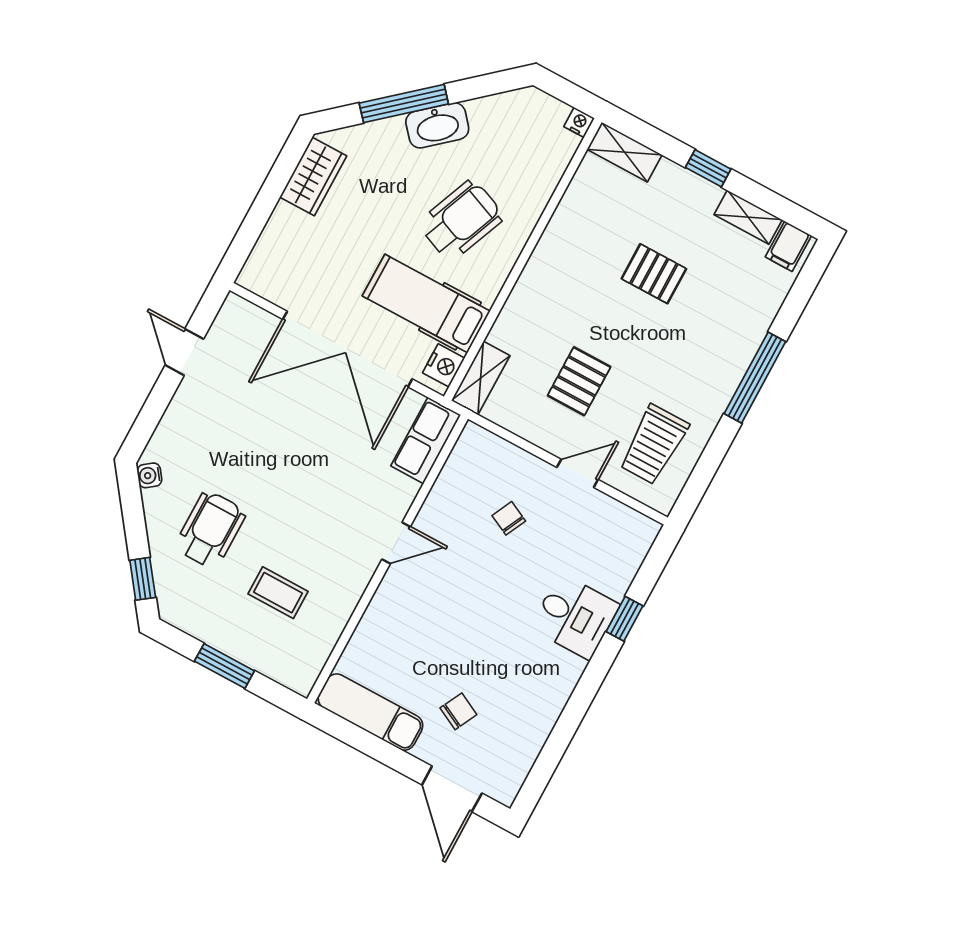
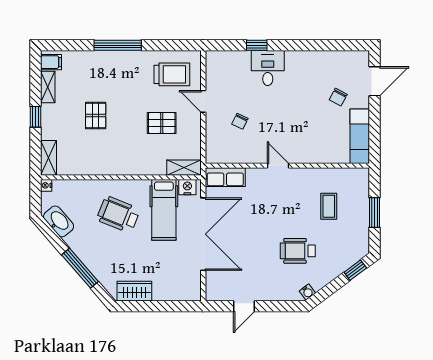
washbasin: (437, 125) -> (59, 221), moved
wheelchair: (210, 530) -> (298, 251), moved
chair: (458, 711) -> (338, 97), turned -89

